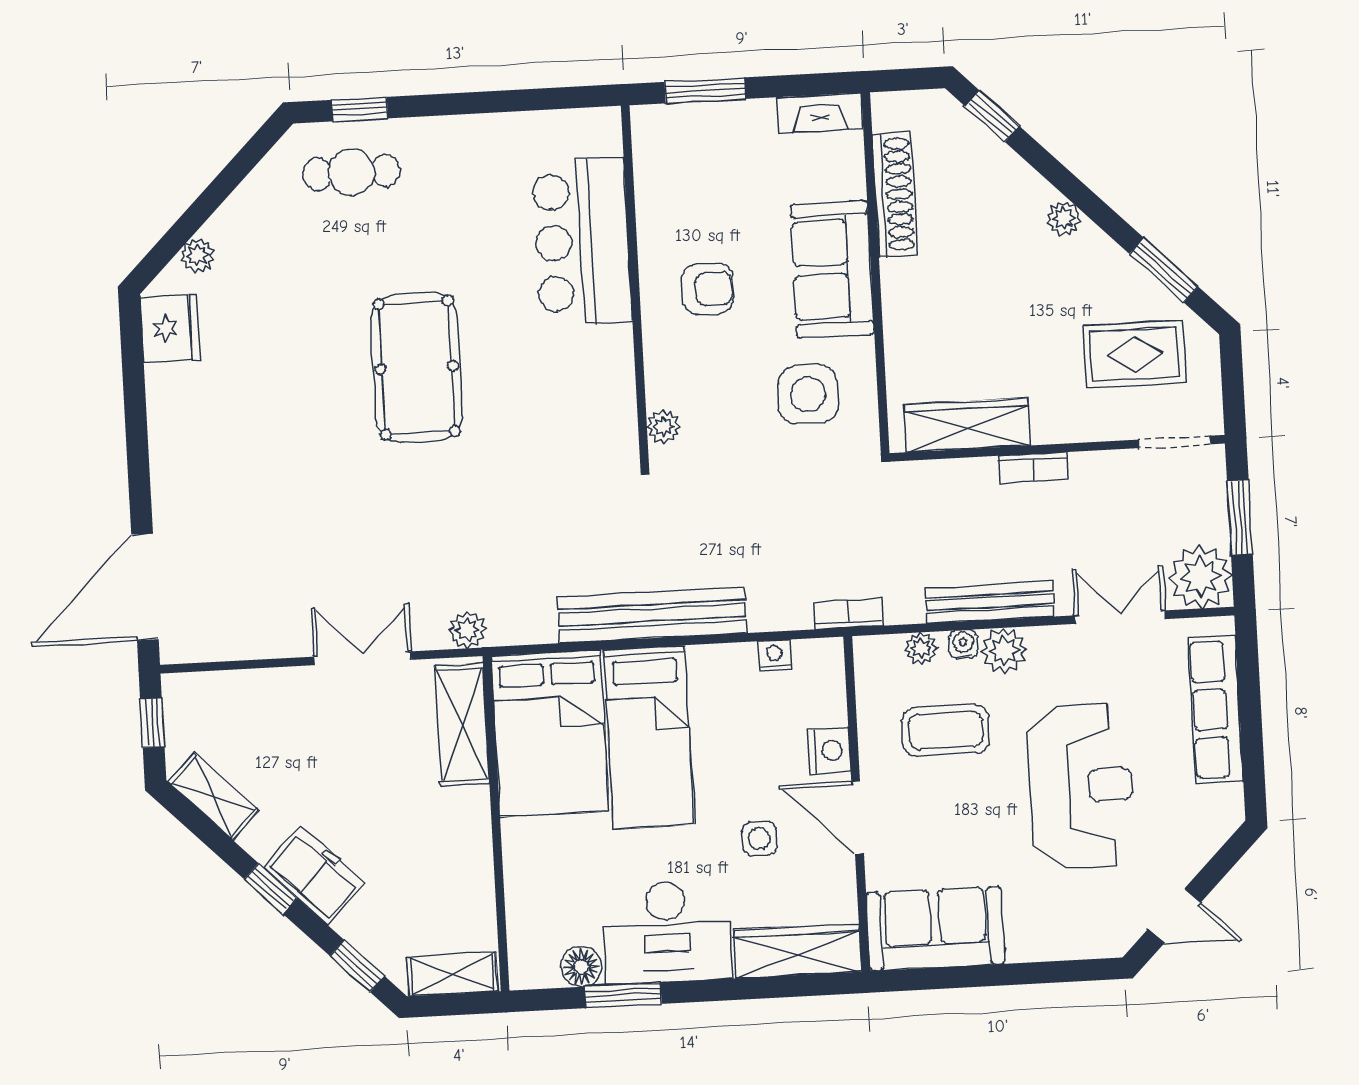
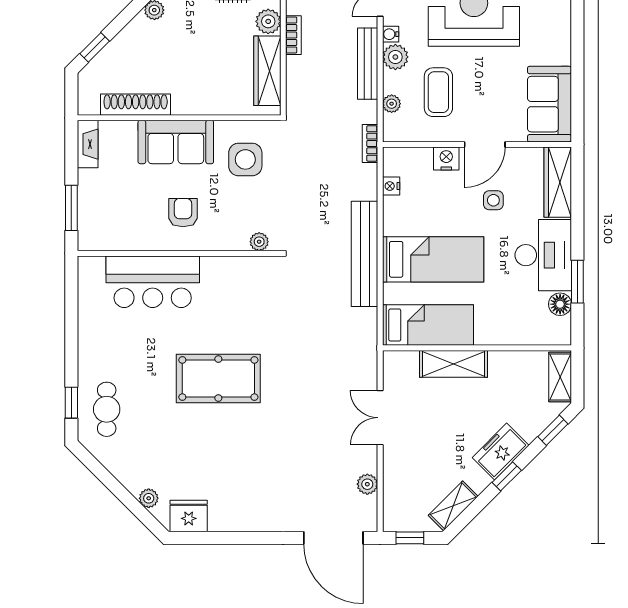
plant: (1055, 422) -> (268, 21), added
plant: (467, 630) -> (367, 484), moved
water cooler: (963, 644) -> (391, 34), moved
shelving: (462, 724) -> (454, 364), moved
bed: (550, 733) -> (428, 325), width x0.67

